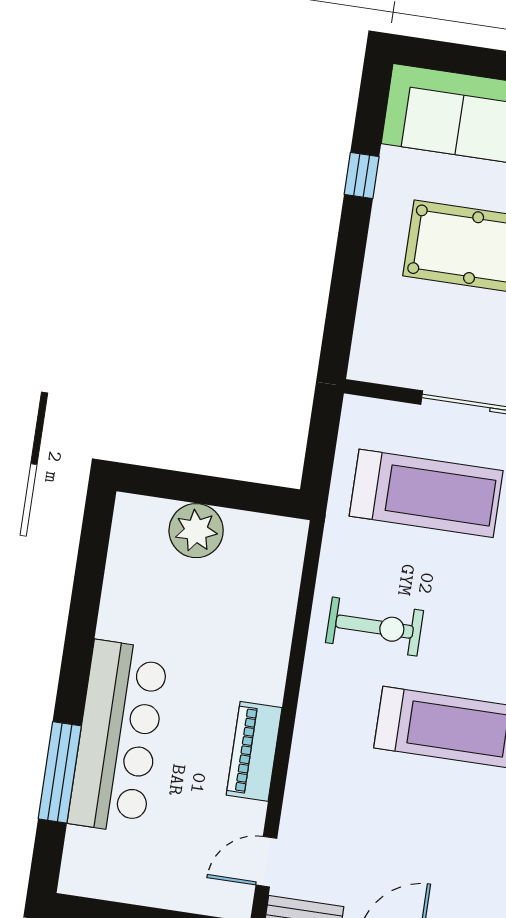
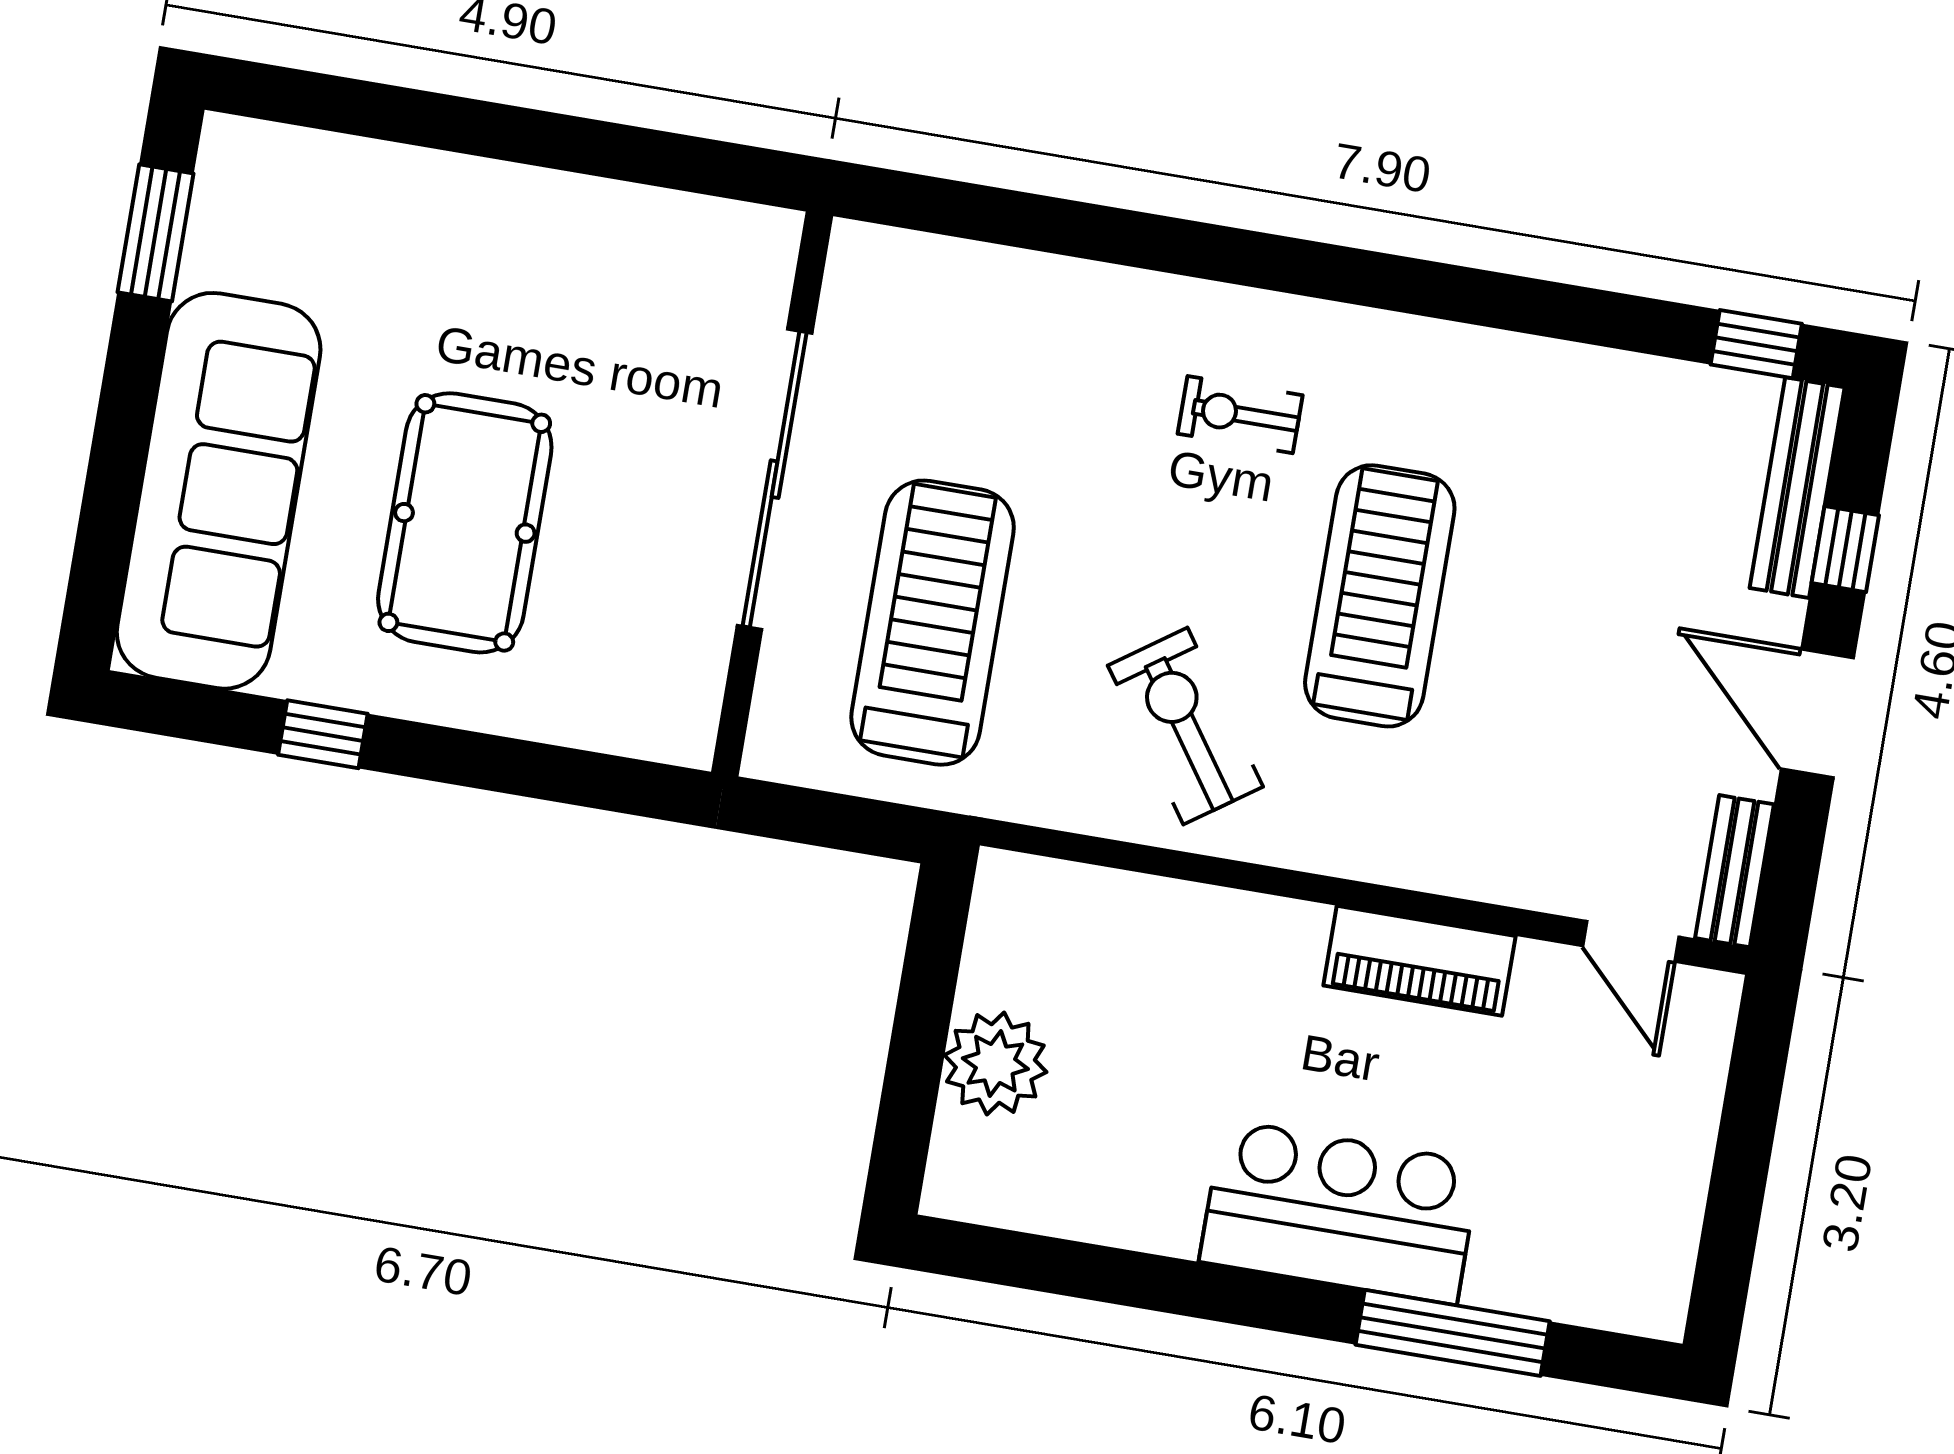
exercise bike: (375, 627) -> (1185, 726), turned -35
bar counter: (118, 737) -> (1340, 1212), width x0.73

